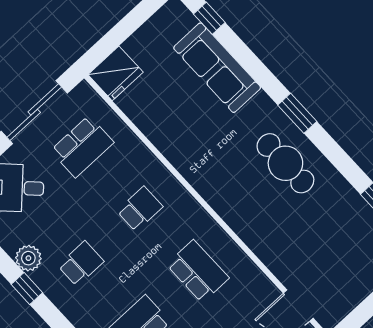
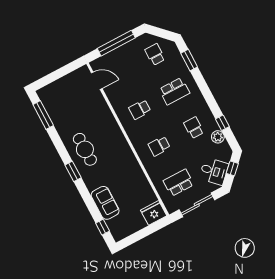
sofa: (217, 68) -> (105, 203), width x0.73
school desk: (81, 264) -> (194, 128), turned 90
school desk: (198, 271) -> (140, 109), width x0.54

